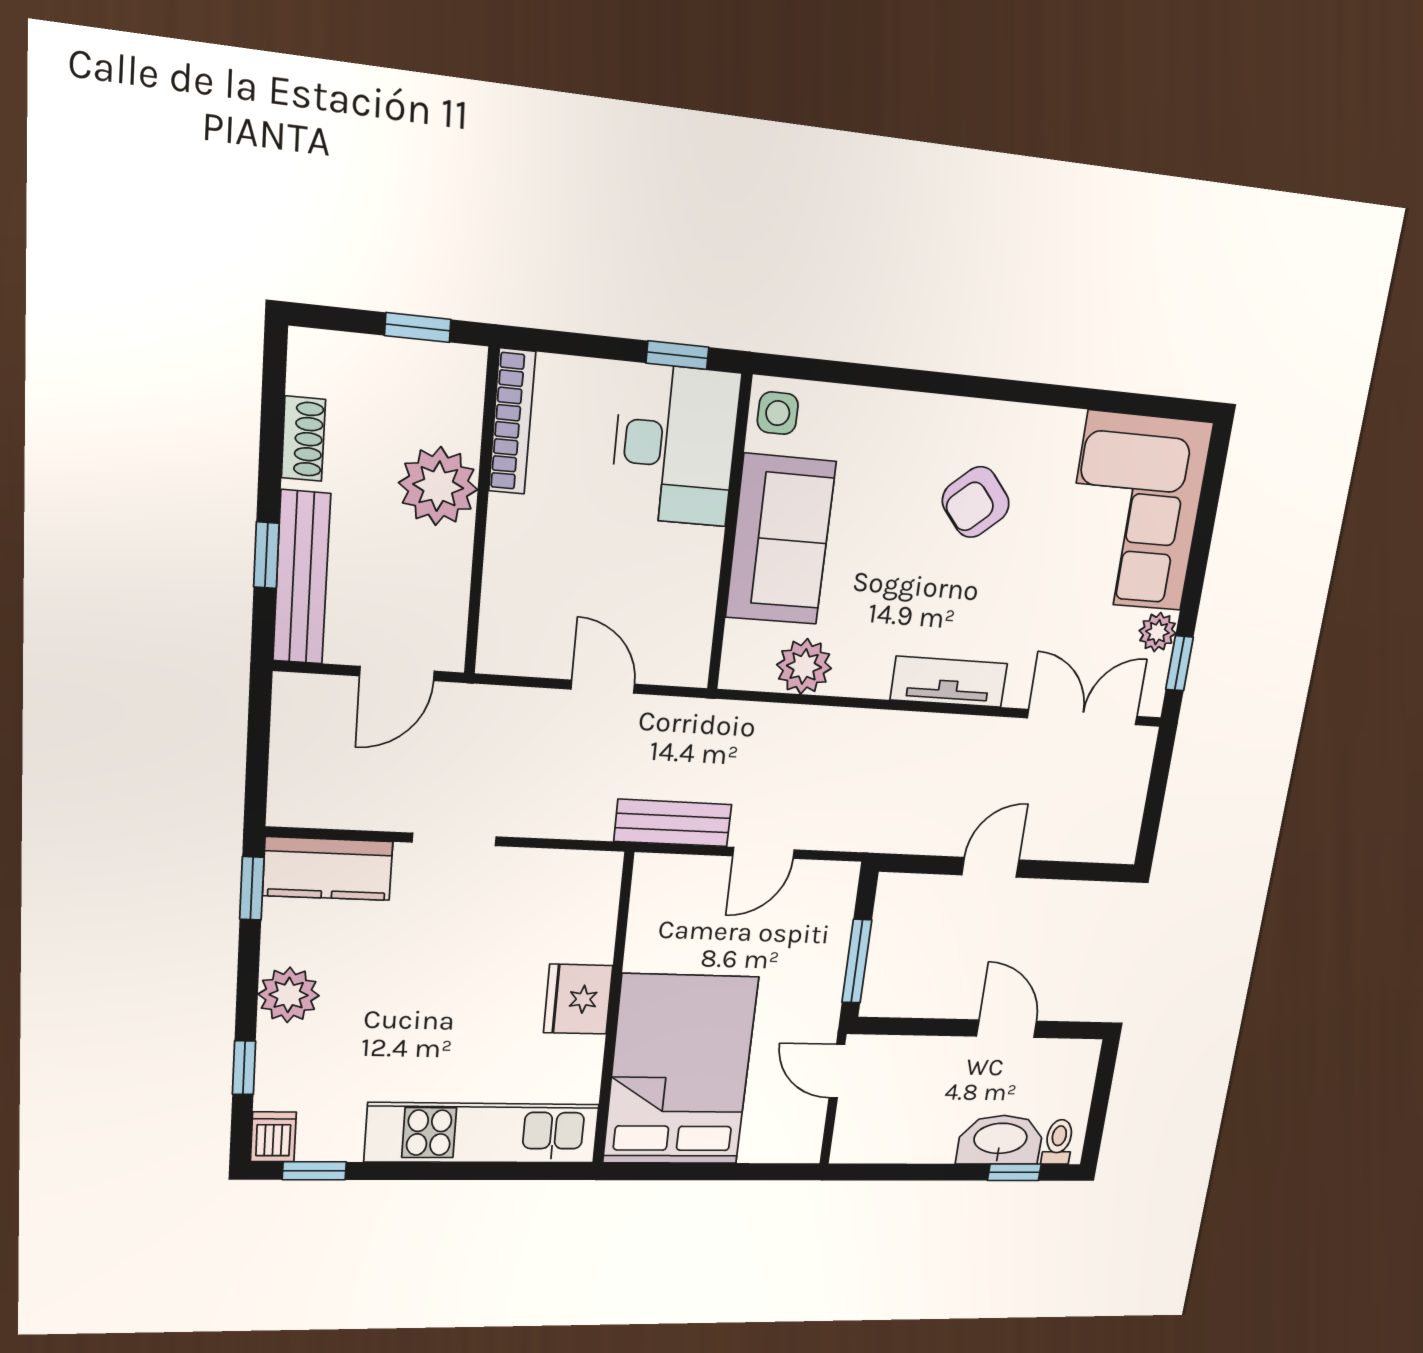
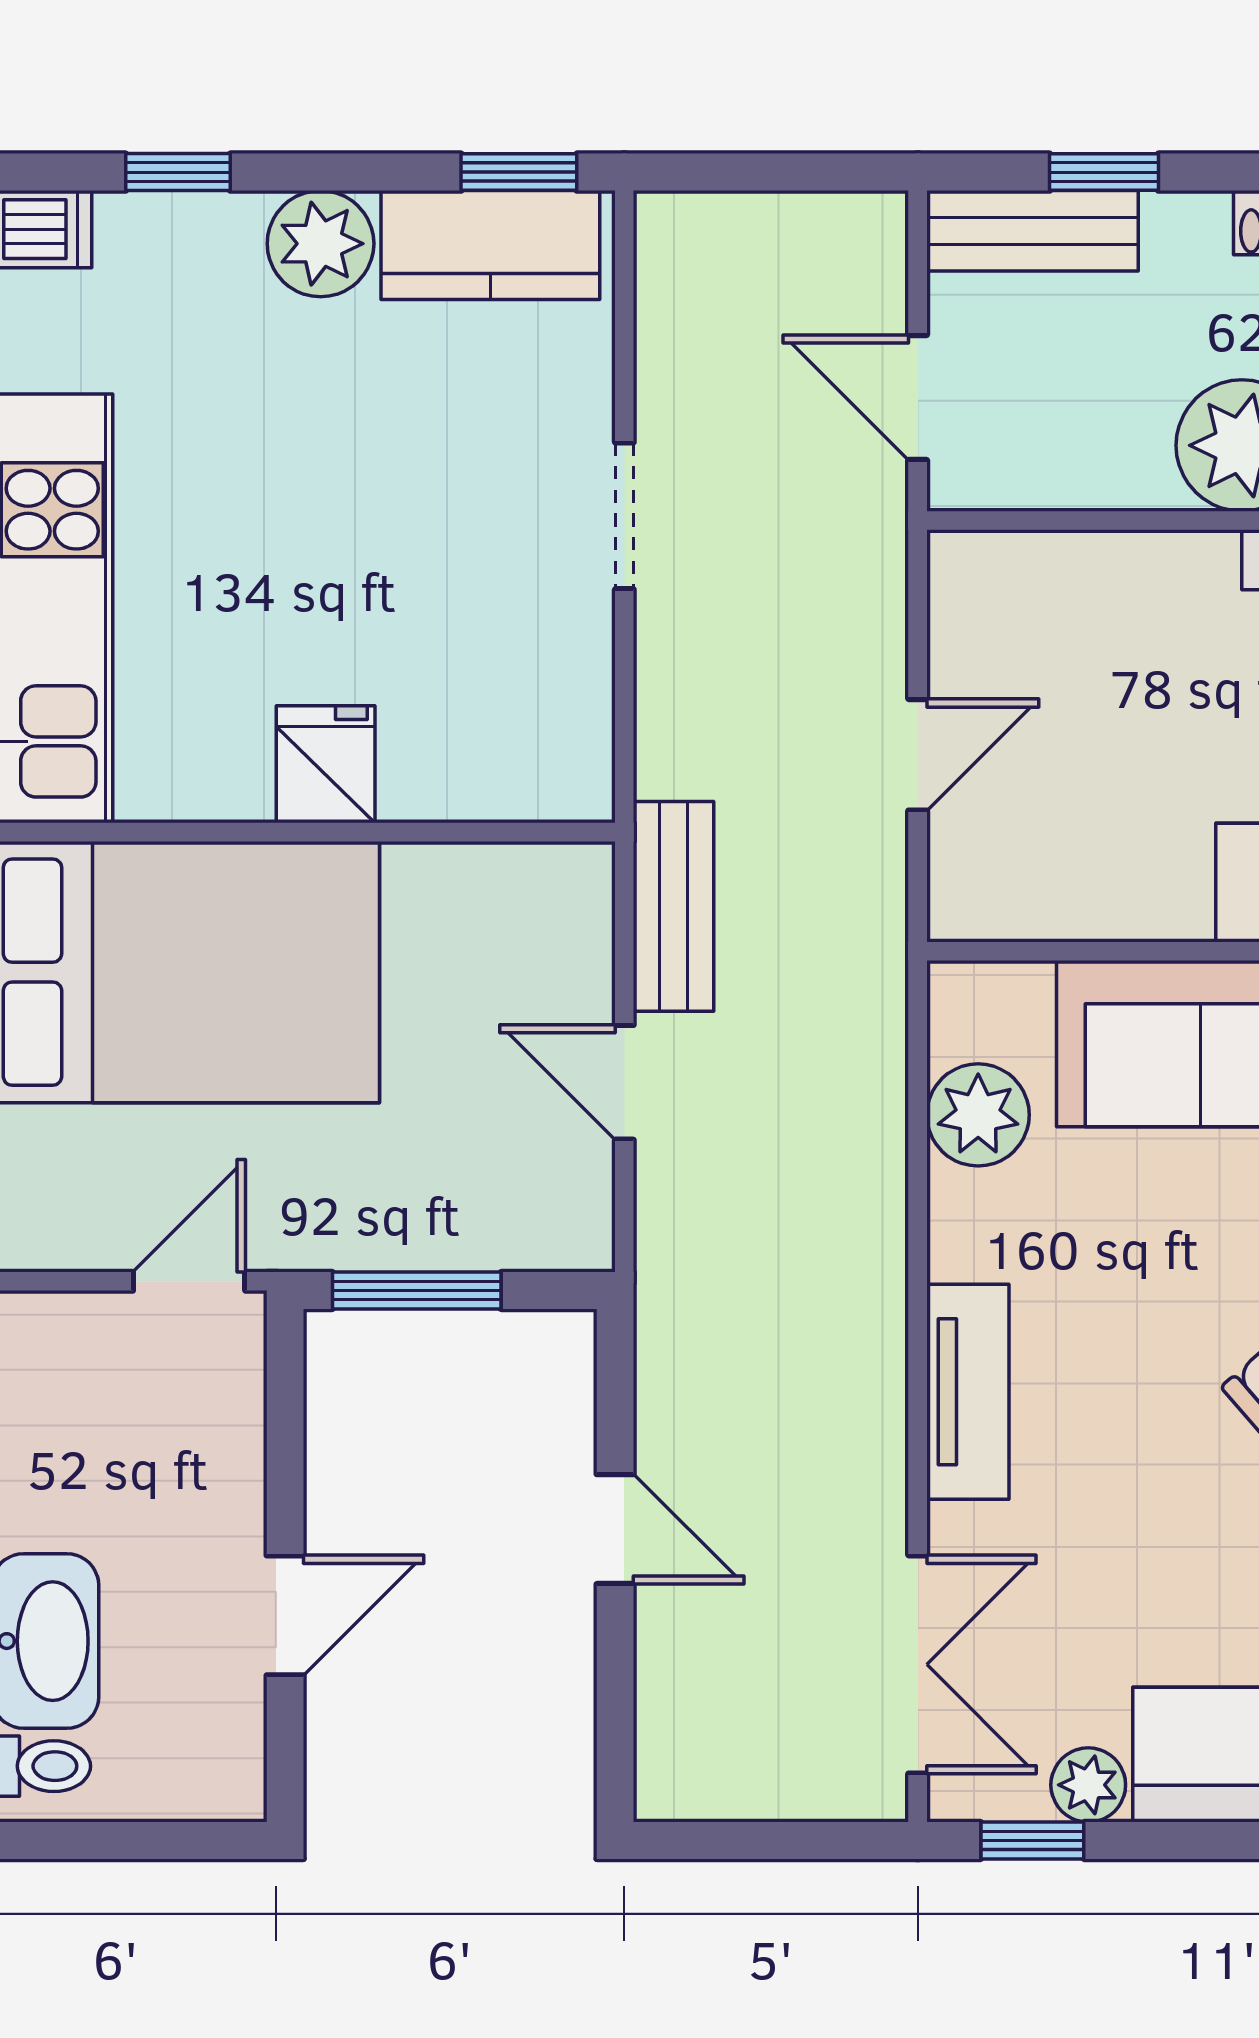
bench: (302, 578) -> (1032, 231), width x0.73
kitchen counter: (328, 869) -> (490, 245), moved, turned -90
fridge: (578, 999) -> (326, 764), width x0.72

